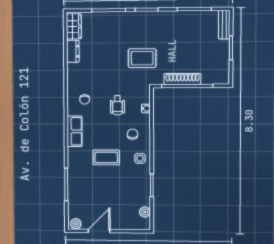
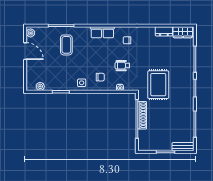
rug: (142, 58) -> (158, 85), width x1.36, depth x1.43
coffee table: (106, 157) -> (66, 45), moved

